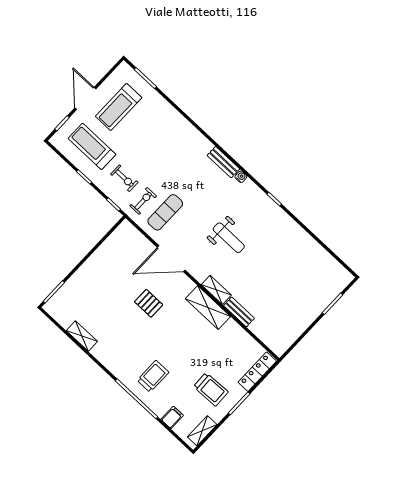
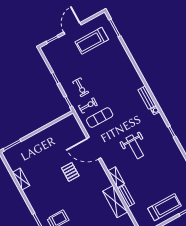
treadmill: (92, 146) -> (165, 207), moved, turned 90
shelving: (208, 308) -> (115, 202), moved

